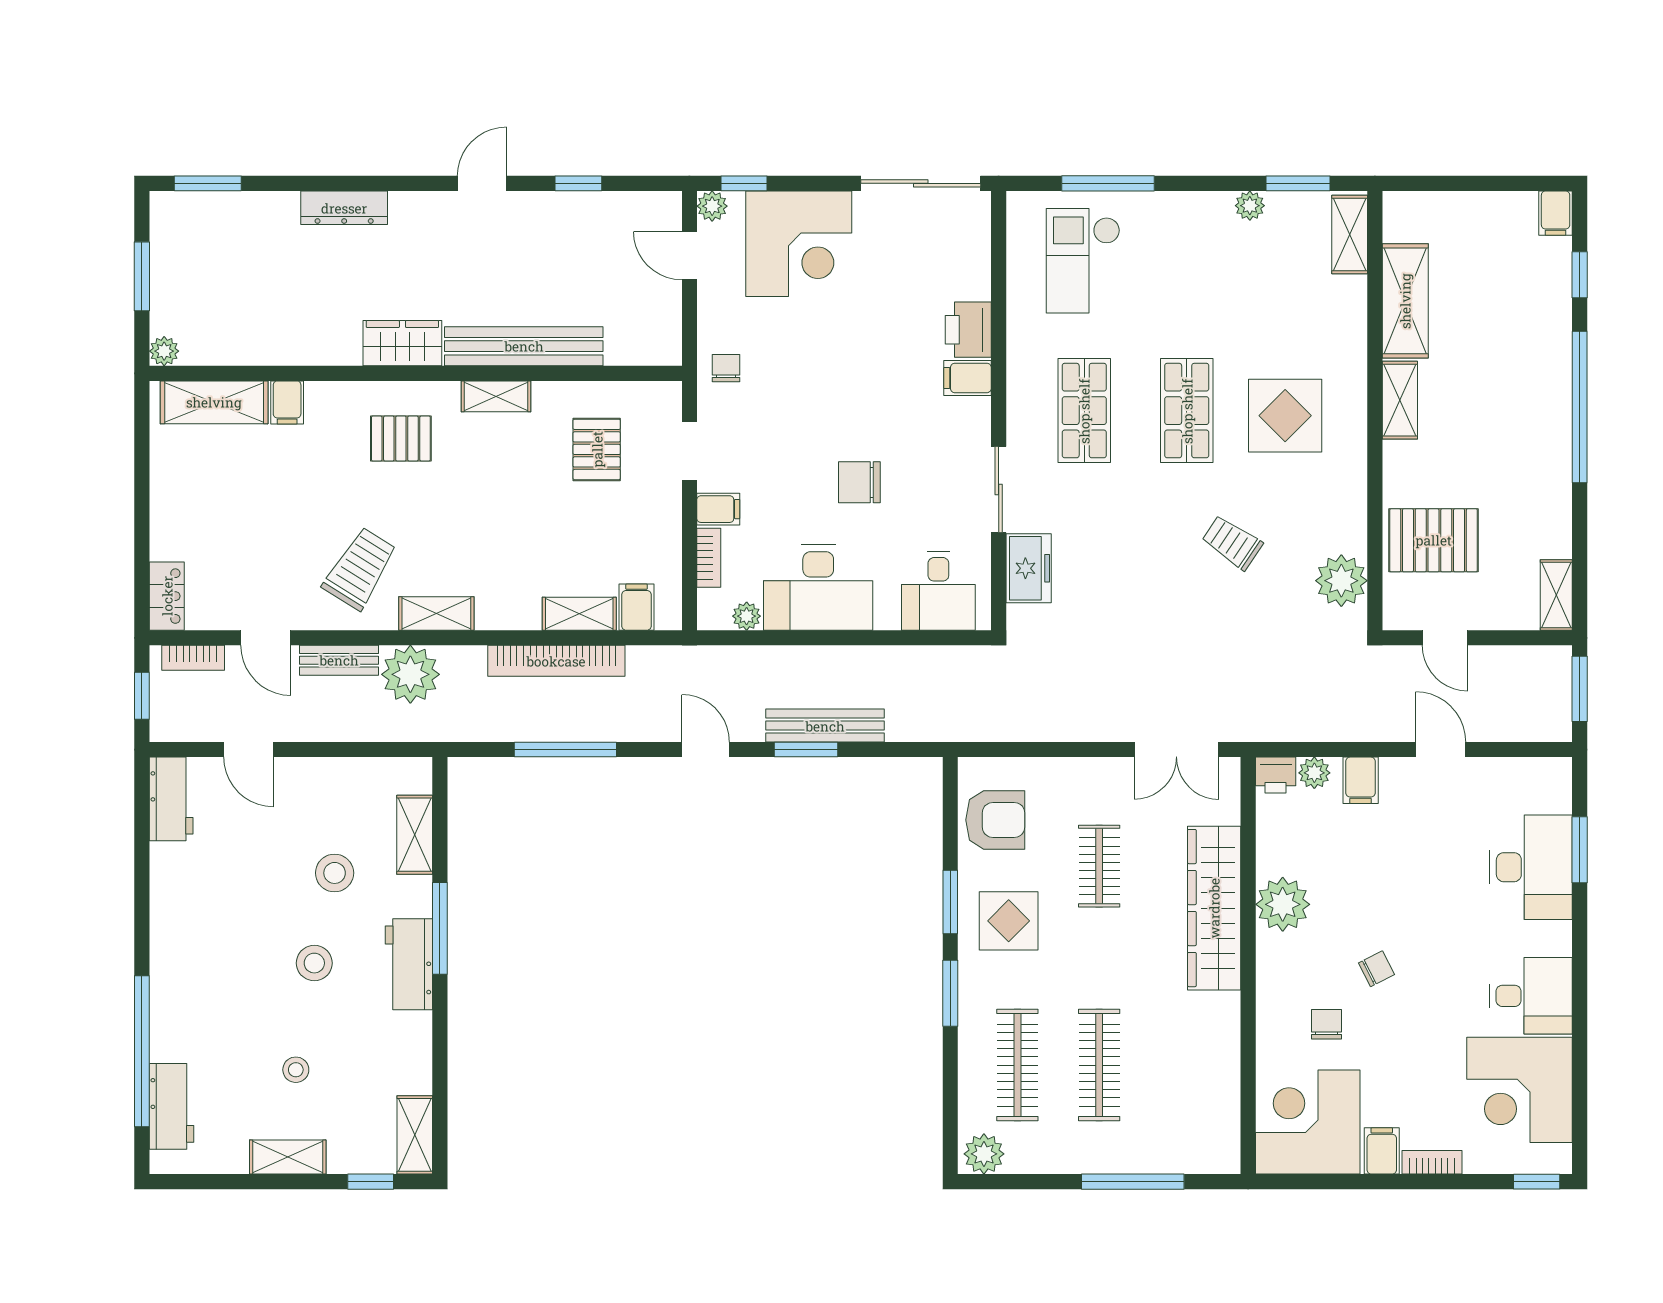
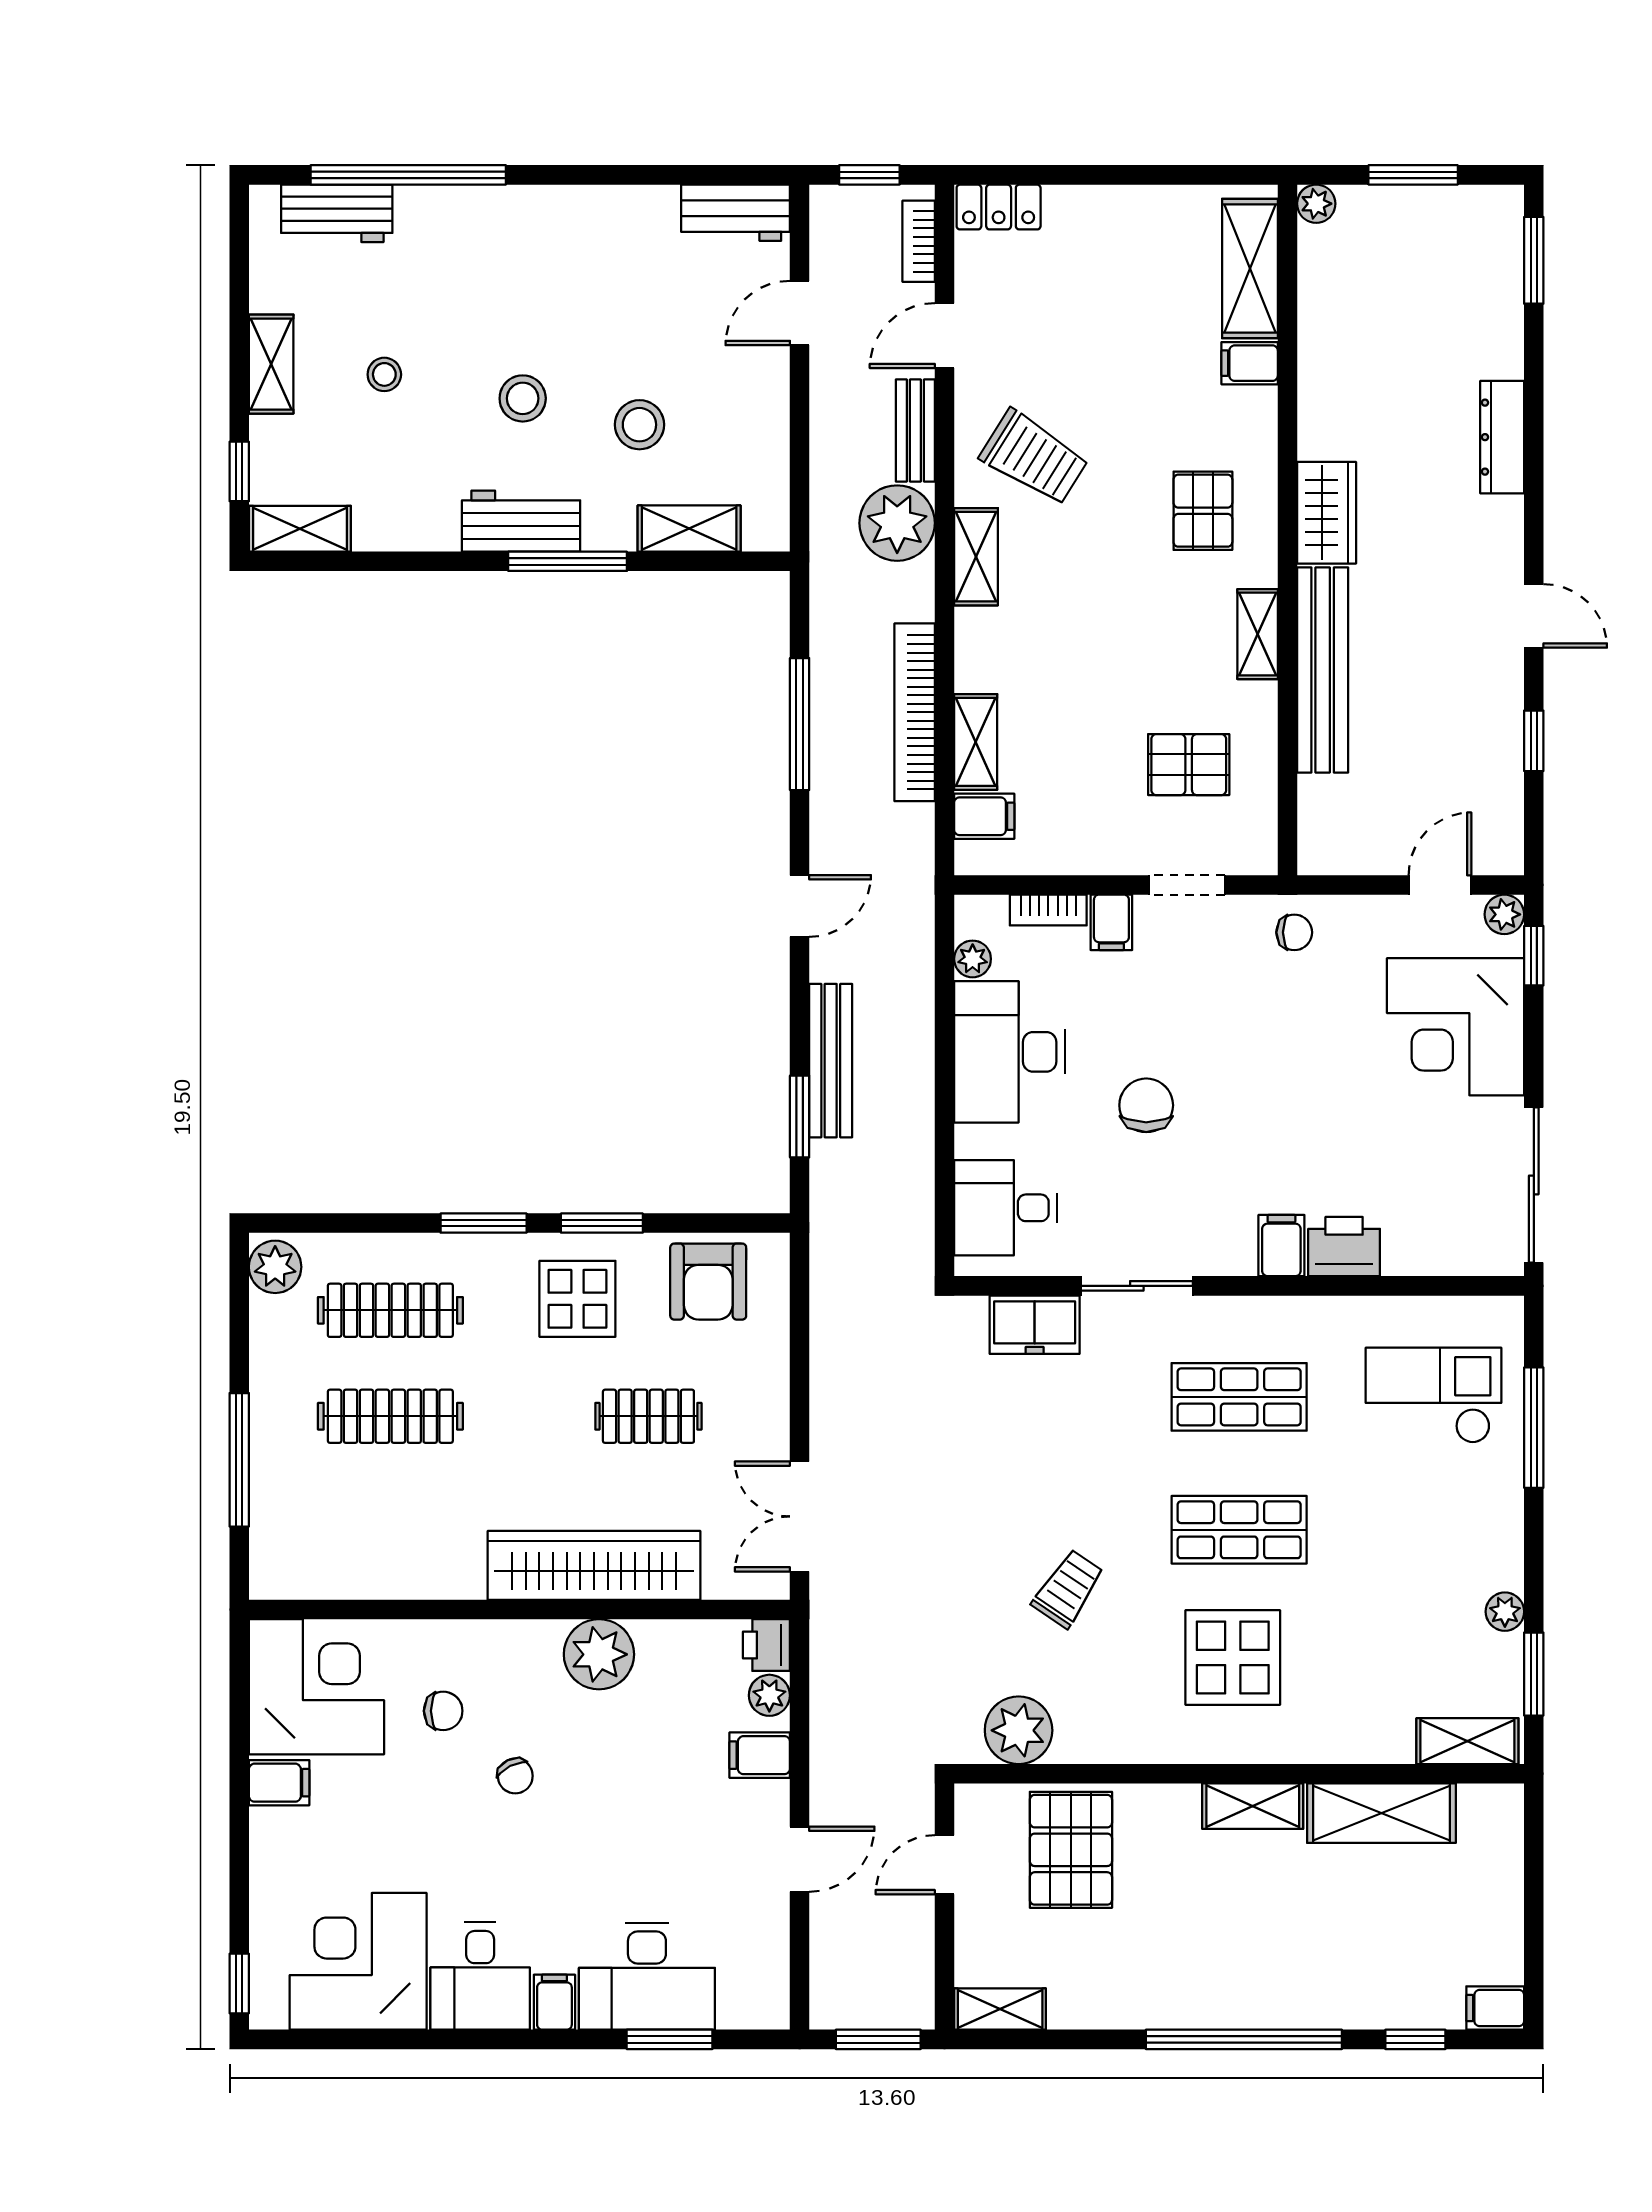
window: (806, 750) -> (800, 1116), moved
filing cabinet: (1551, 939) -> (554, 2002), added
bookcase: (1432, 1162) -> (264, 1848), removed

